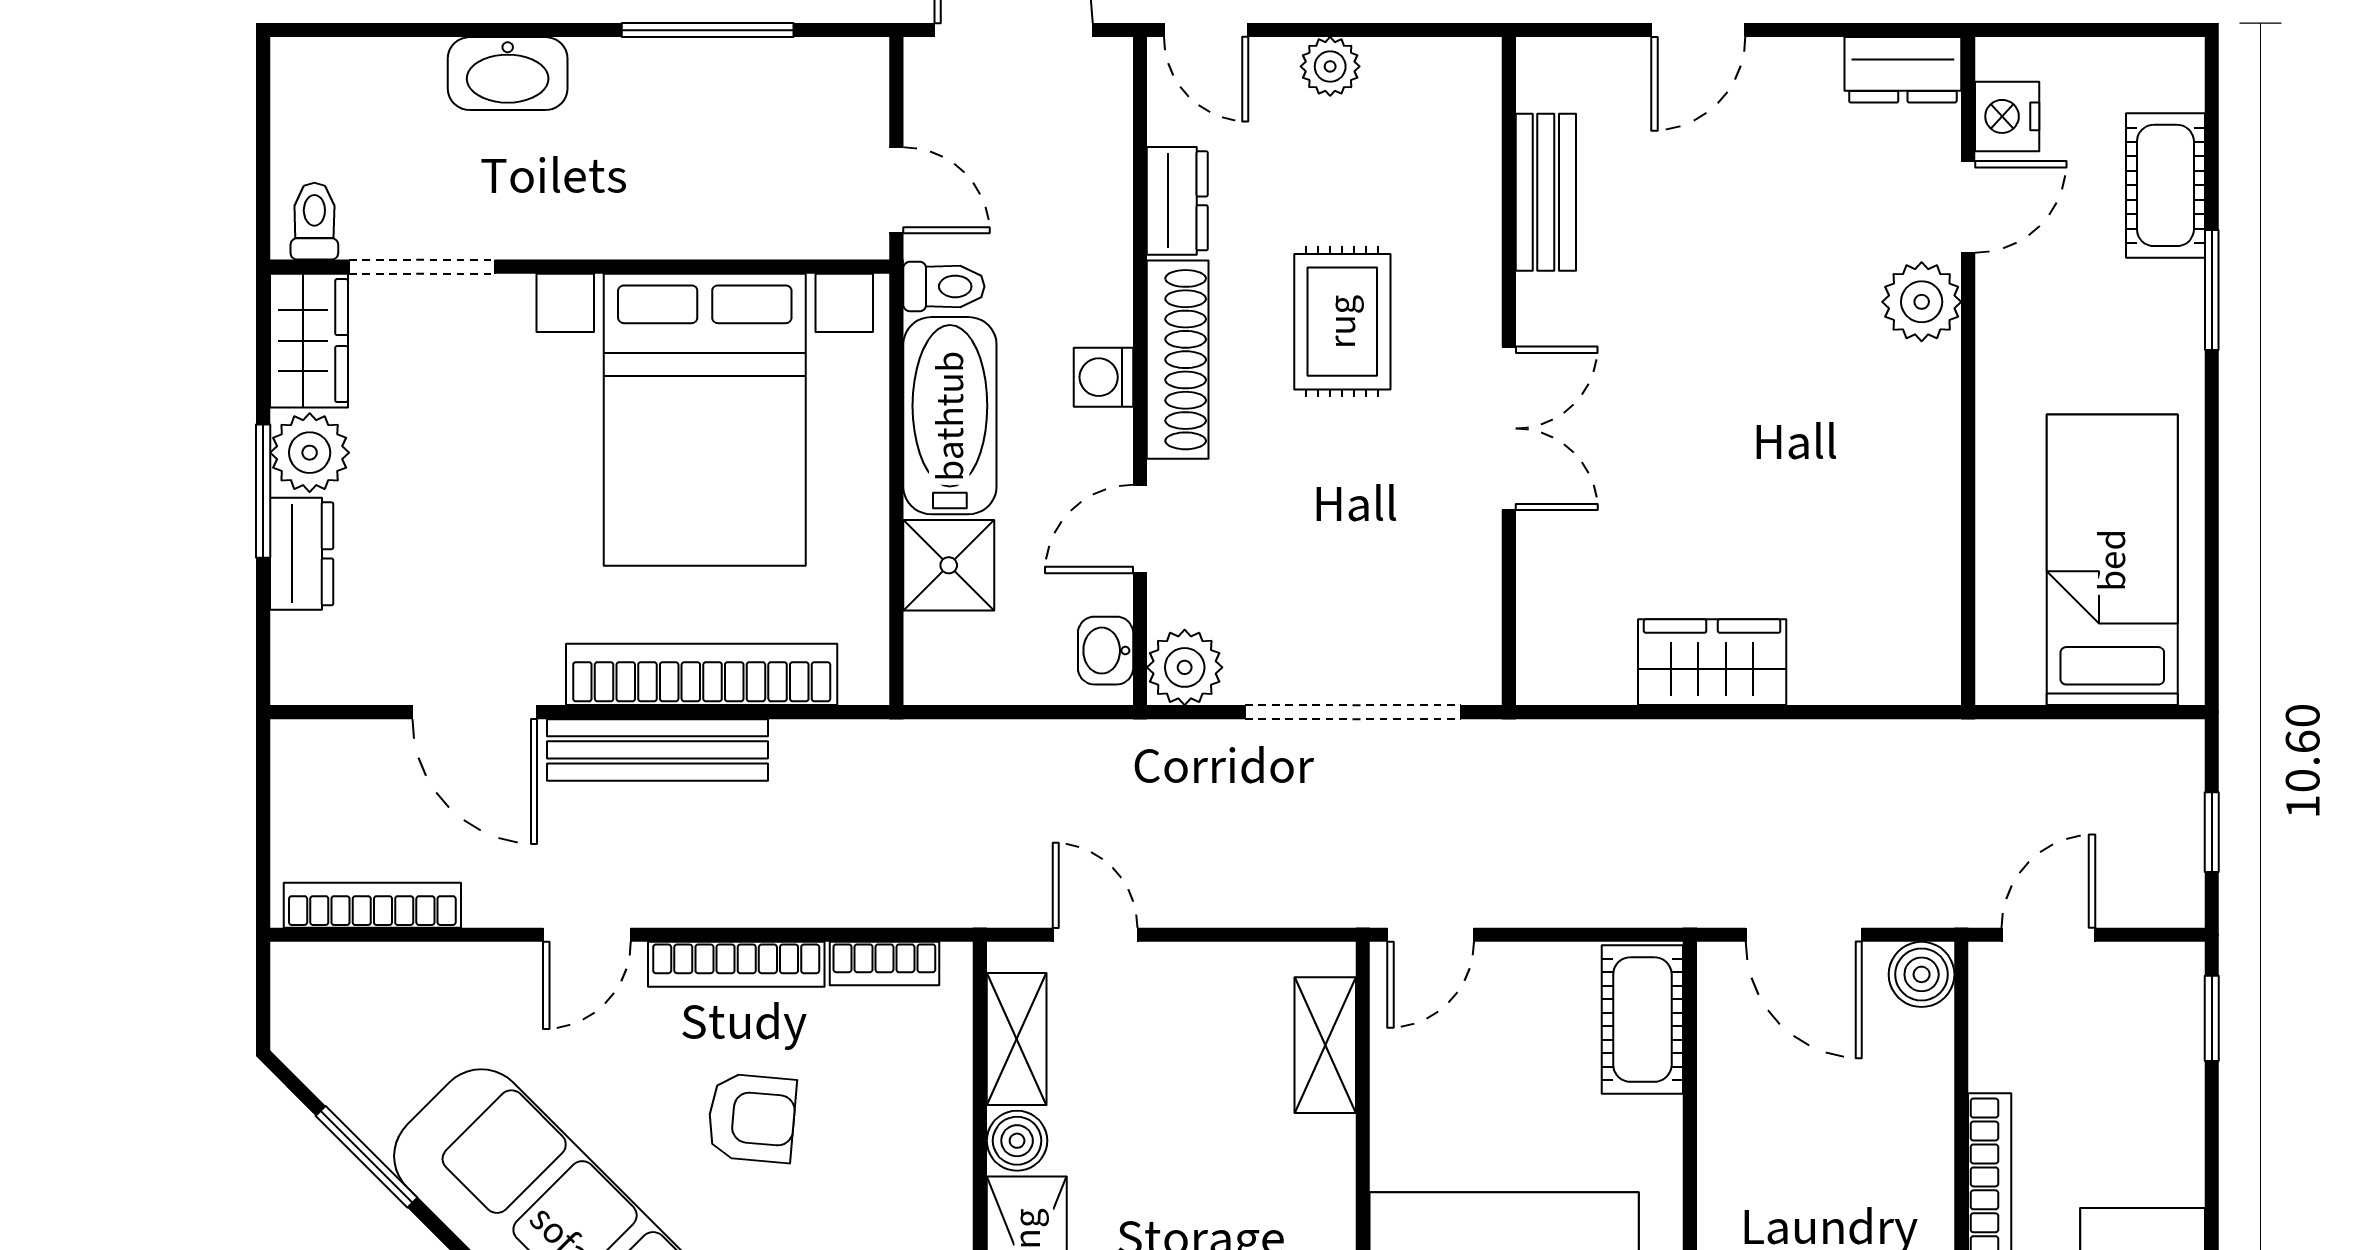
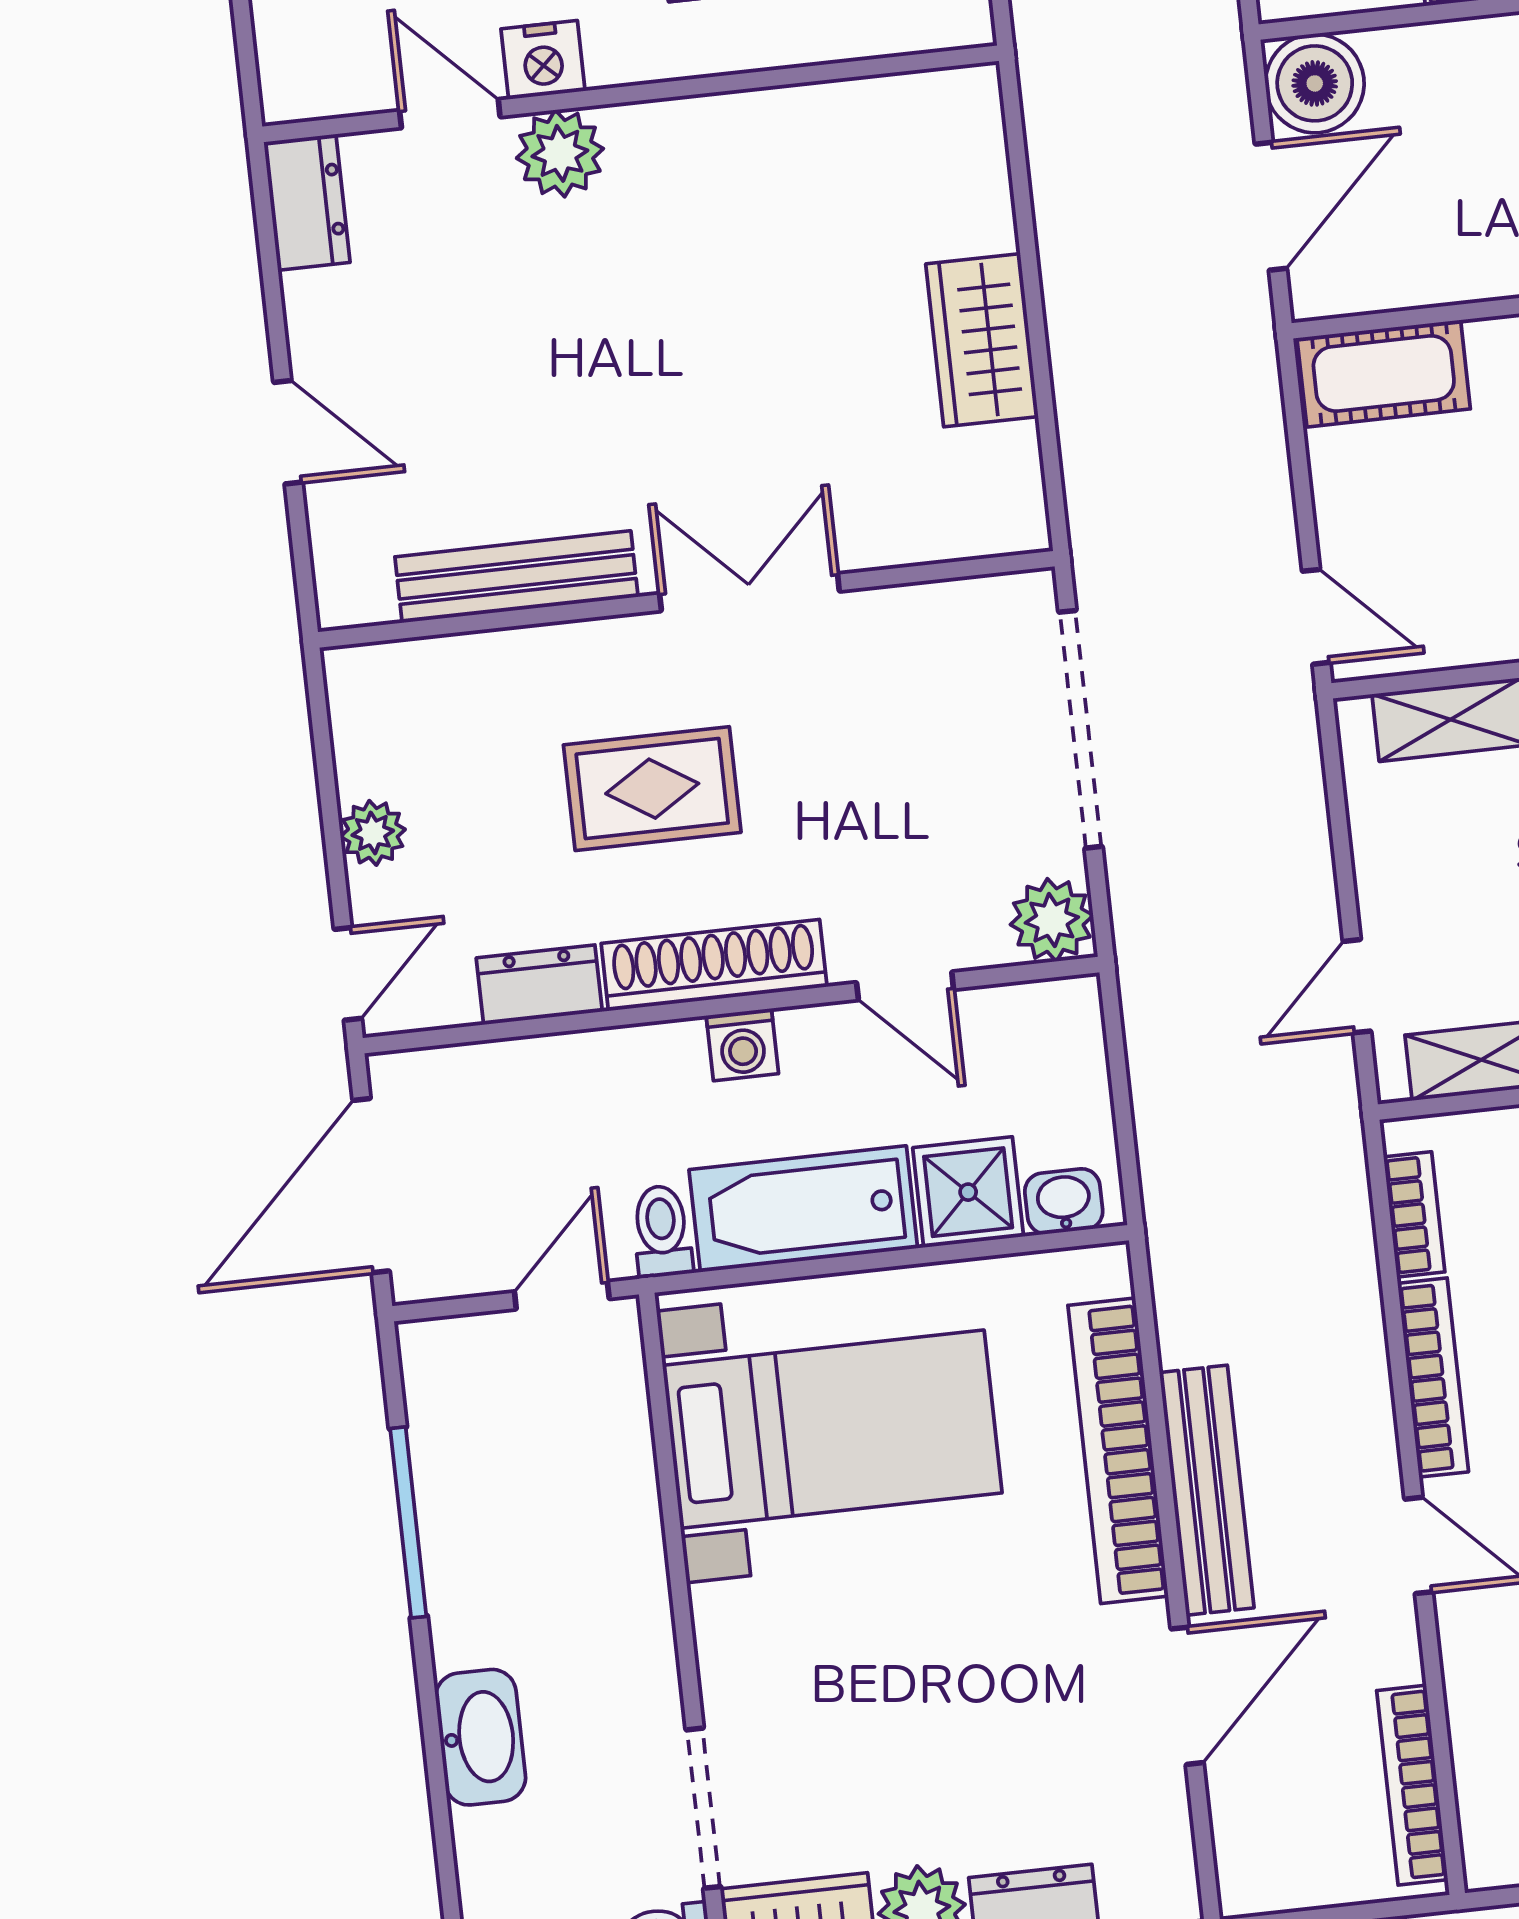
nightstand: (2007, 116) -> (543, 60), moved
bench: (1546, 192) -> (516, 577), width x1.36
bed with nightstands: (705, 420) -> (832, 1429), width x0.73
washbasin: (1106, 651) -> (1064, 1201), moved, turned 180
boiler: (1922, 974) -> (1315, 83), width x1.36, depth x1.36

